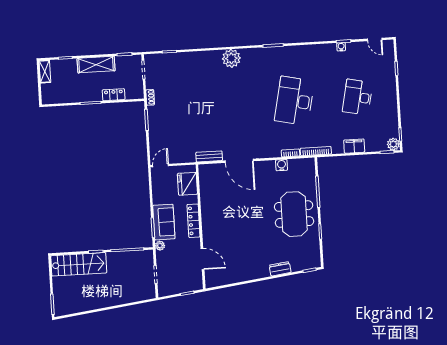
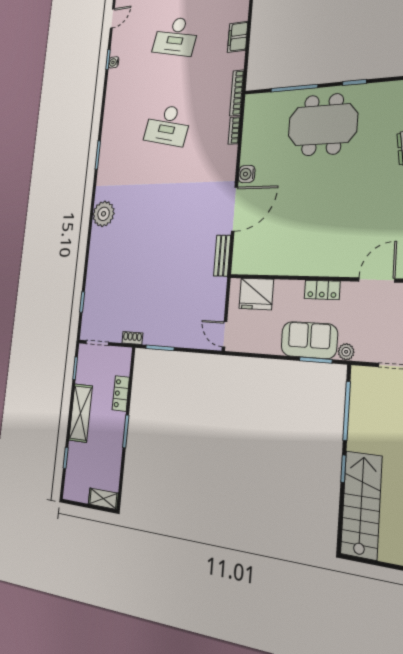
shelving: (45, 72) -> (103, 499), moved
desk: (294, 101) -> (168, 125), width x0.73, depth x0.77
water cooler: (282, 165) -> (247, 174), moved
locker: (193, 221) -> (322, 290), width x0.66

